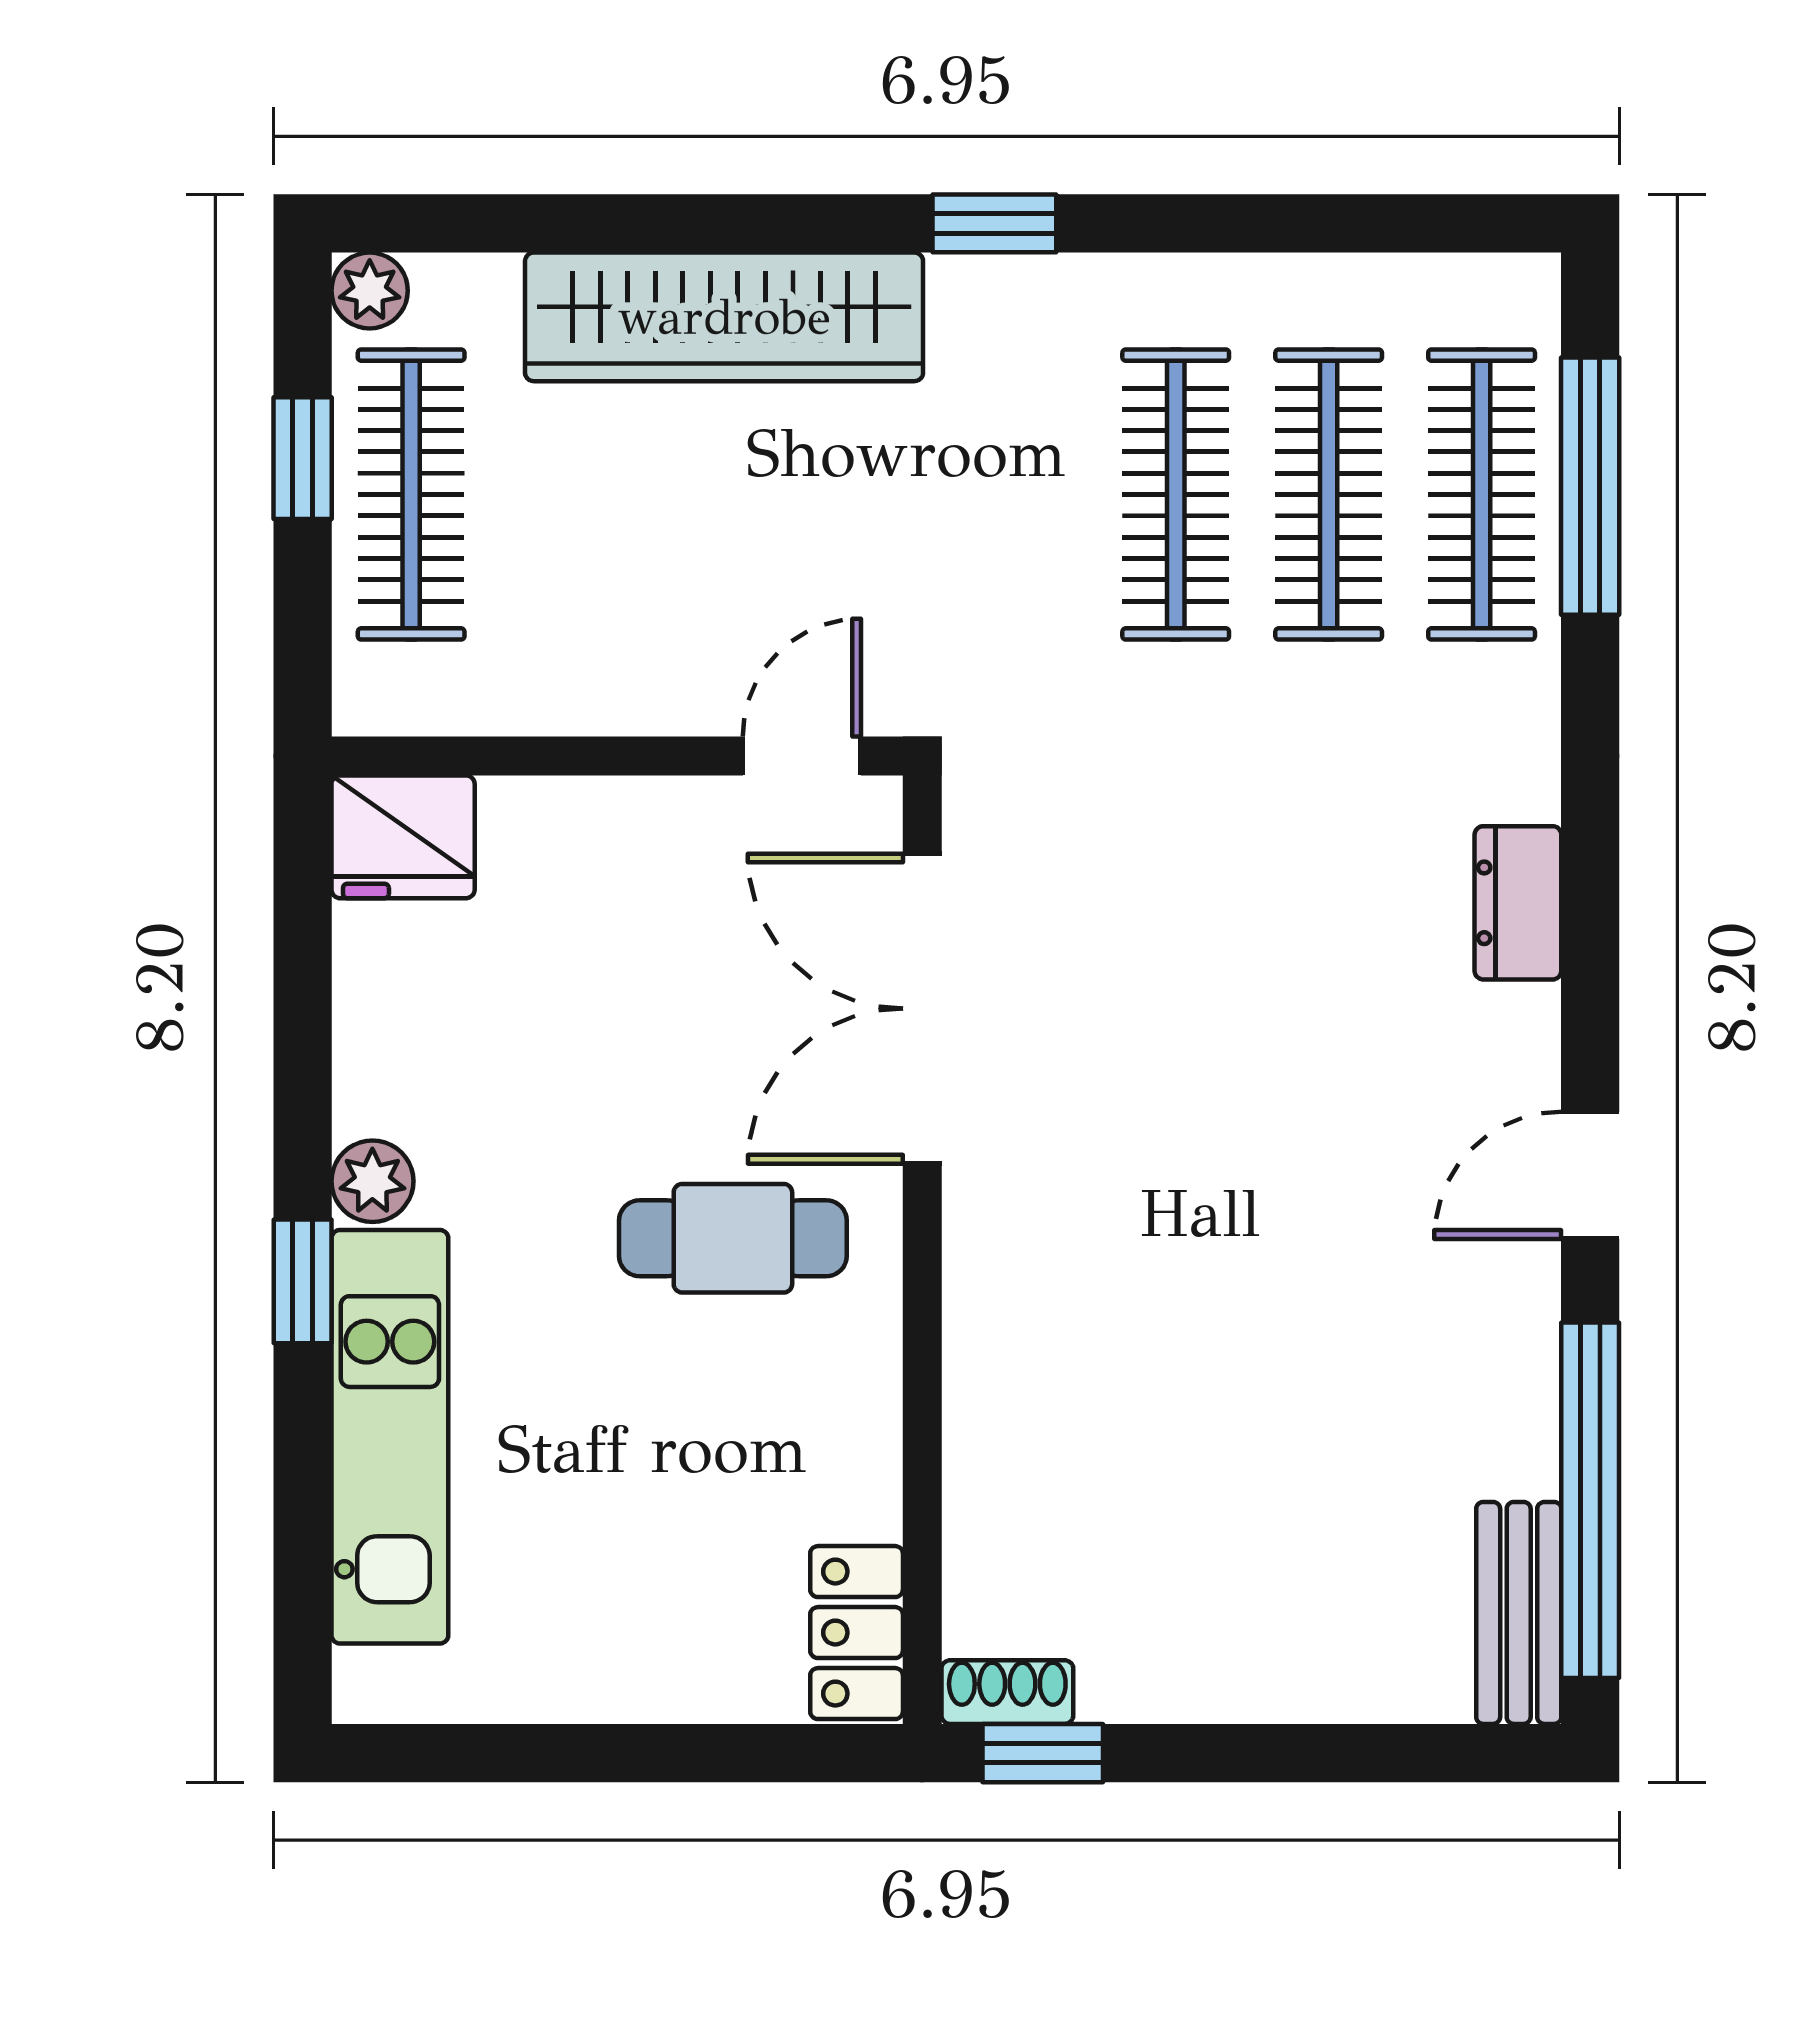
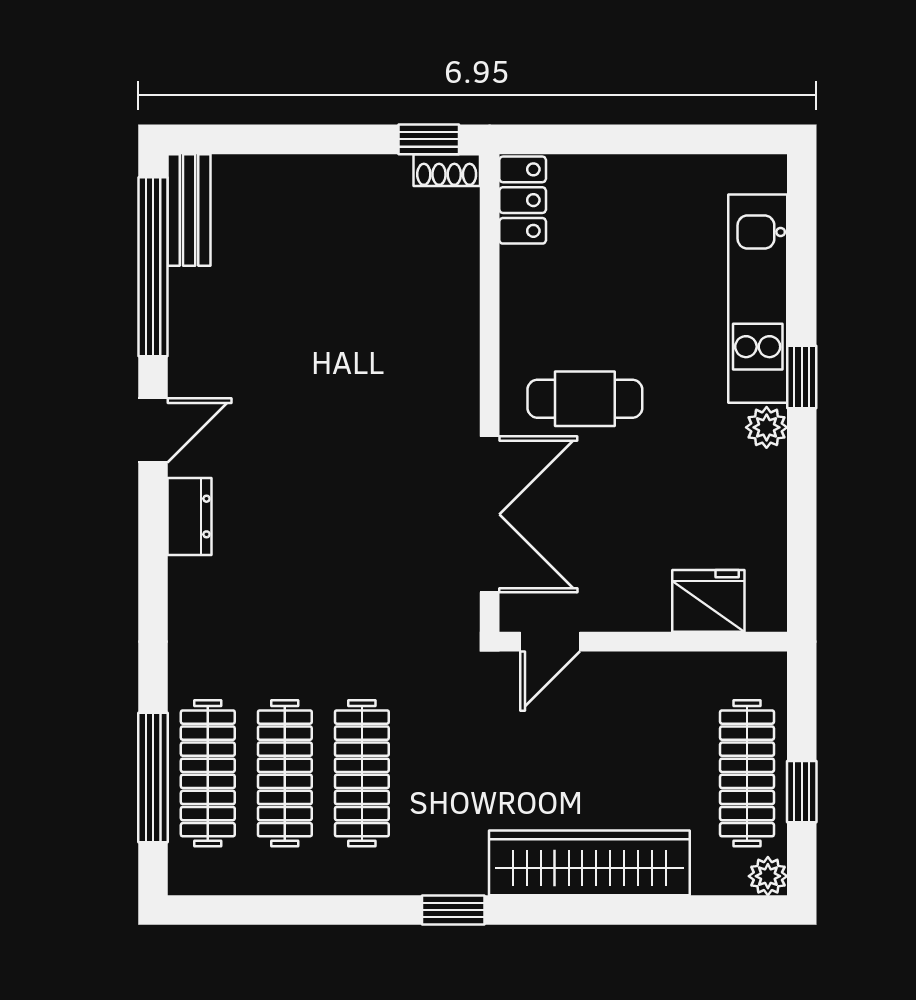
fridge: (403, 837) -> (708, 601), moved
dresser: (1518, 903) -> (189, 517), moved

